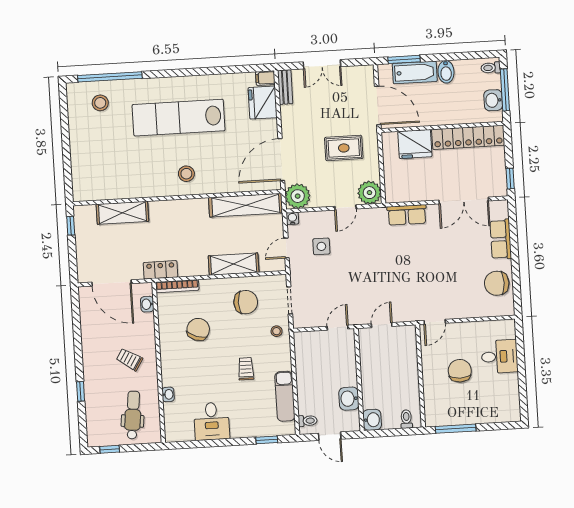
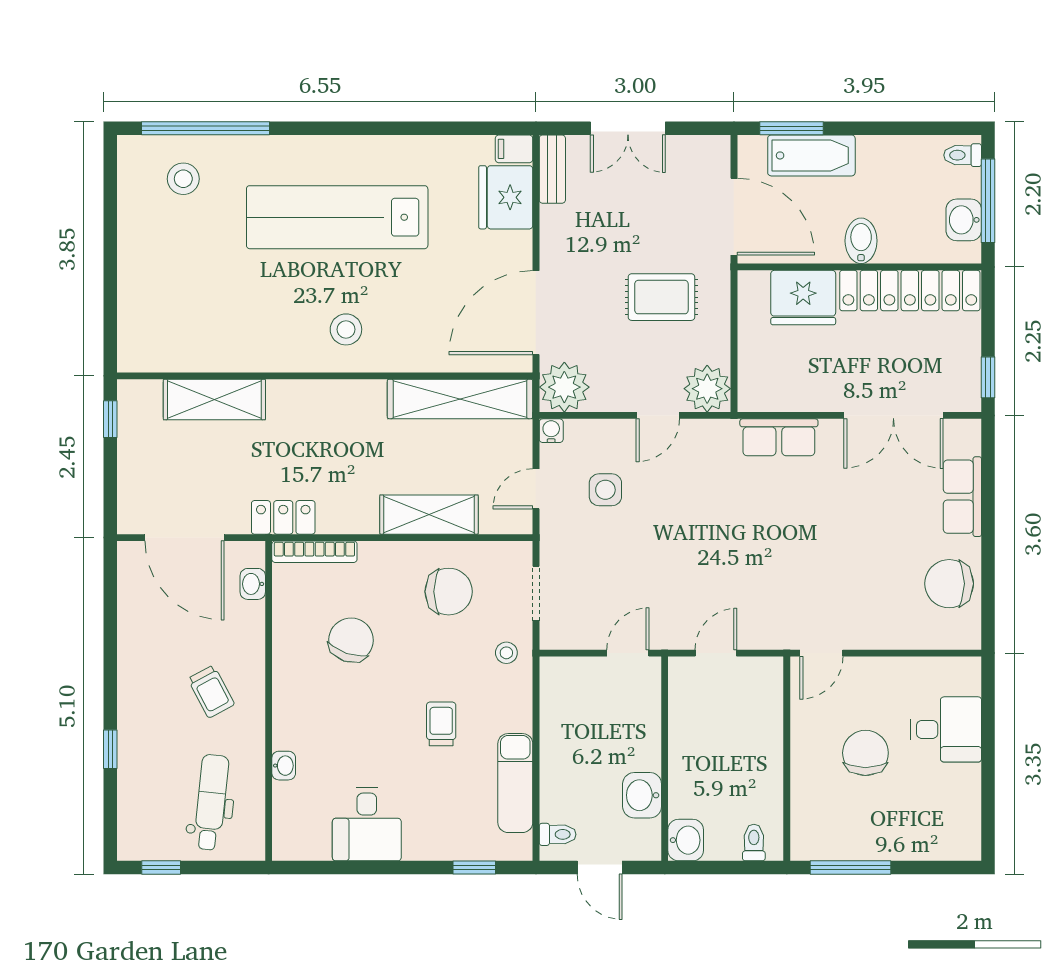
bidet: (446, 72) -> (861, 241), moved, turned 180
trolley: (129, 359) -> (211, 692), turned -150

